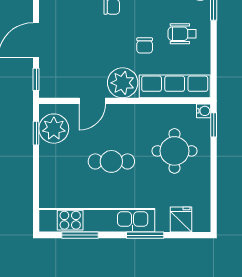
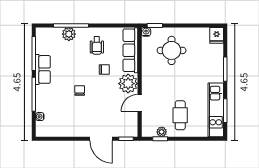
door: (92, 101) -> (140, 103), swing flipped
plant: (54, 129) -> (162, 132), width x0.53, depth x0.53
cafe table: (111, 161) -> (180, 115), moved
fridge: (181, 219) -> (217, 35), moved, turned -90
kitchen unit: (97, 220) -> (216, 110), width x0.73

